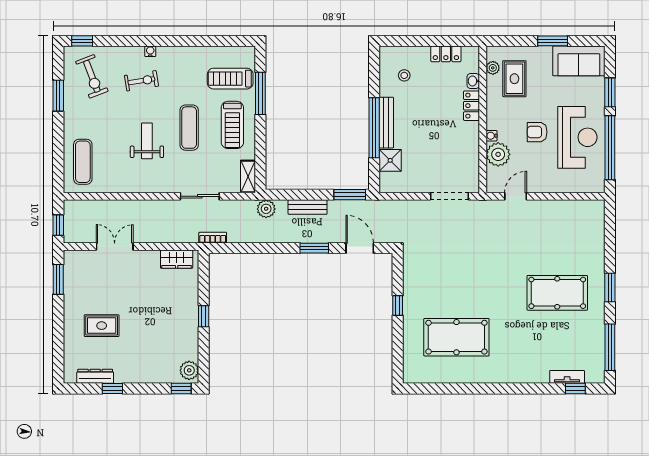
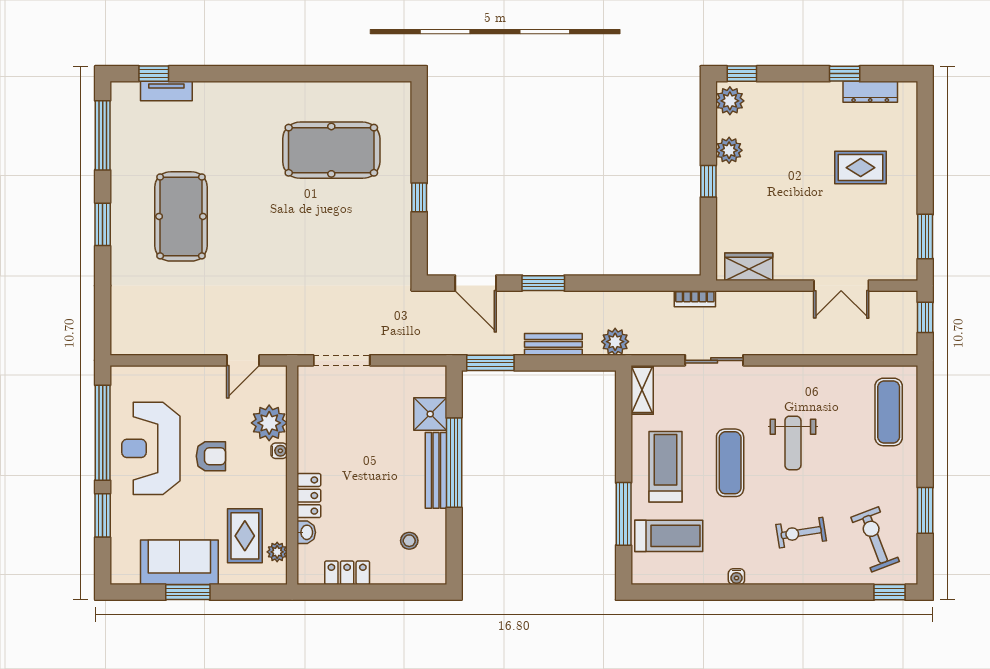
water cooler: (150, 51) -> (736, 577), moved
sofa: (579, 61) -> (179, 562), moved
pool table: (557, 293) -> (181, 216), turned 90
plant: (190, 337) -> (729, 150), added

